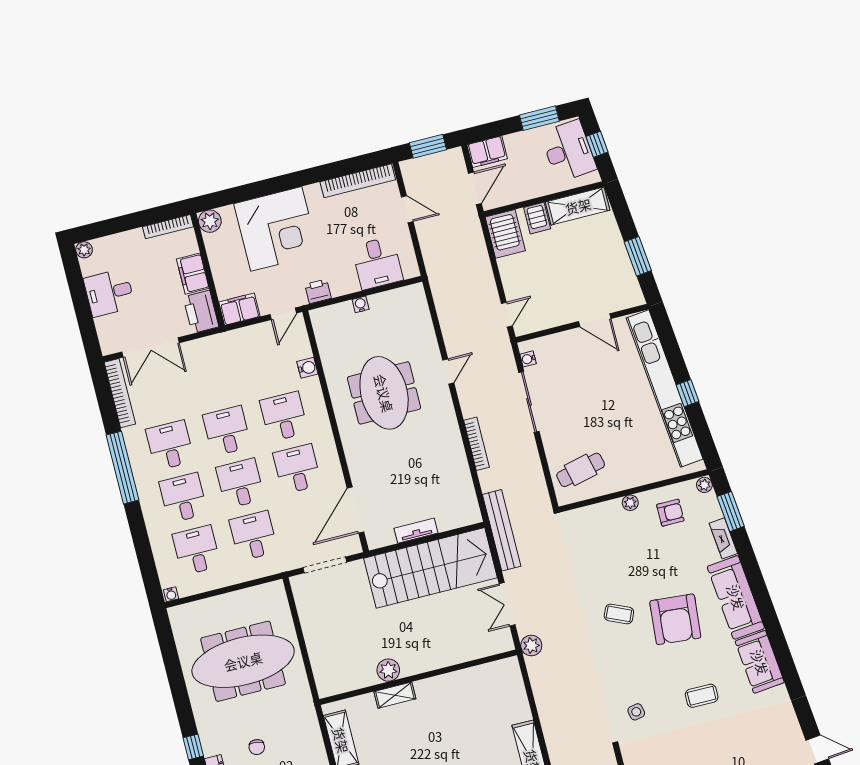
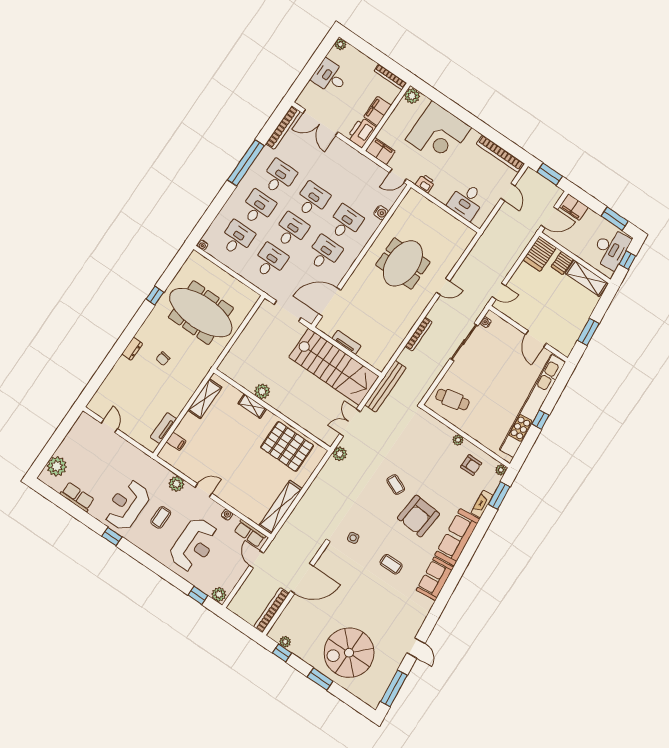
water cooler: (361, 304) -> (438, 211), removed
pallet: (473, 696) -> (287, 446), added
window: (193, 747) -> (155, 296), moved

